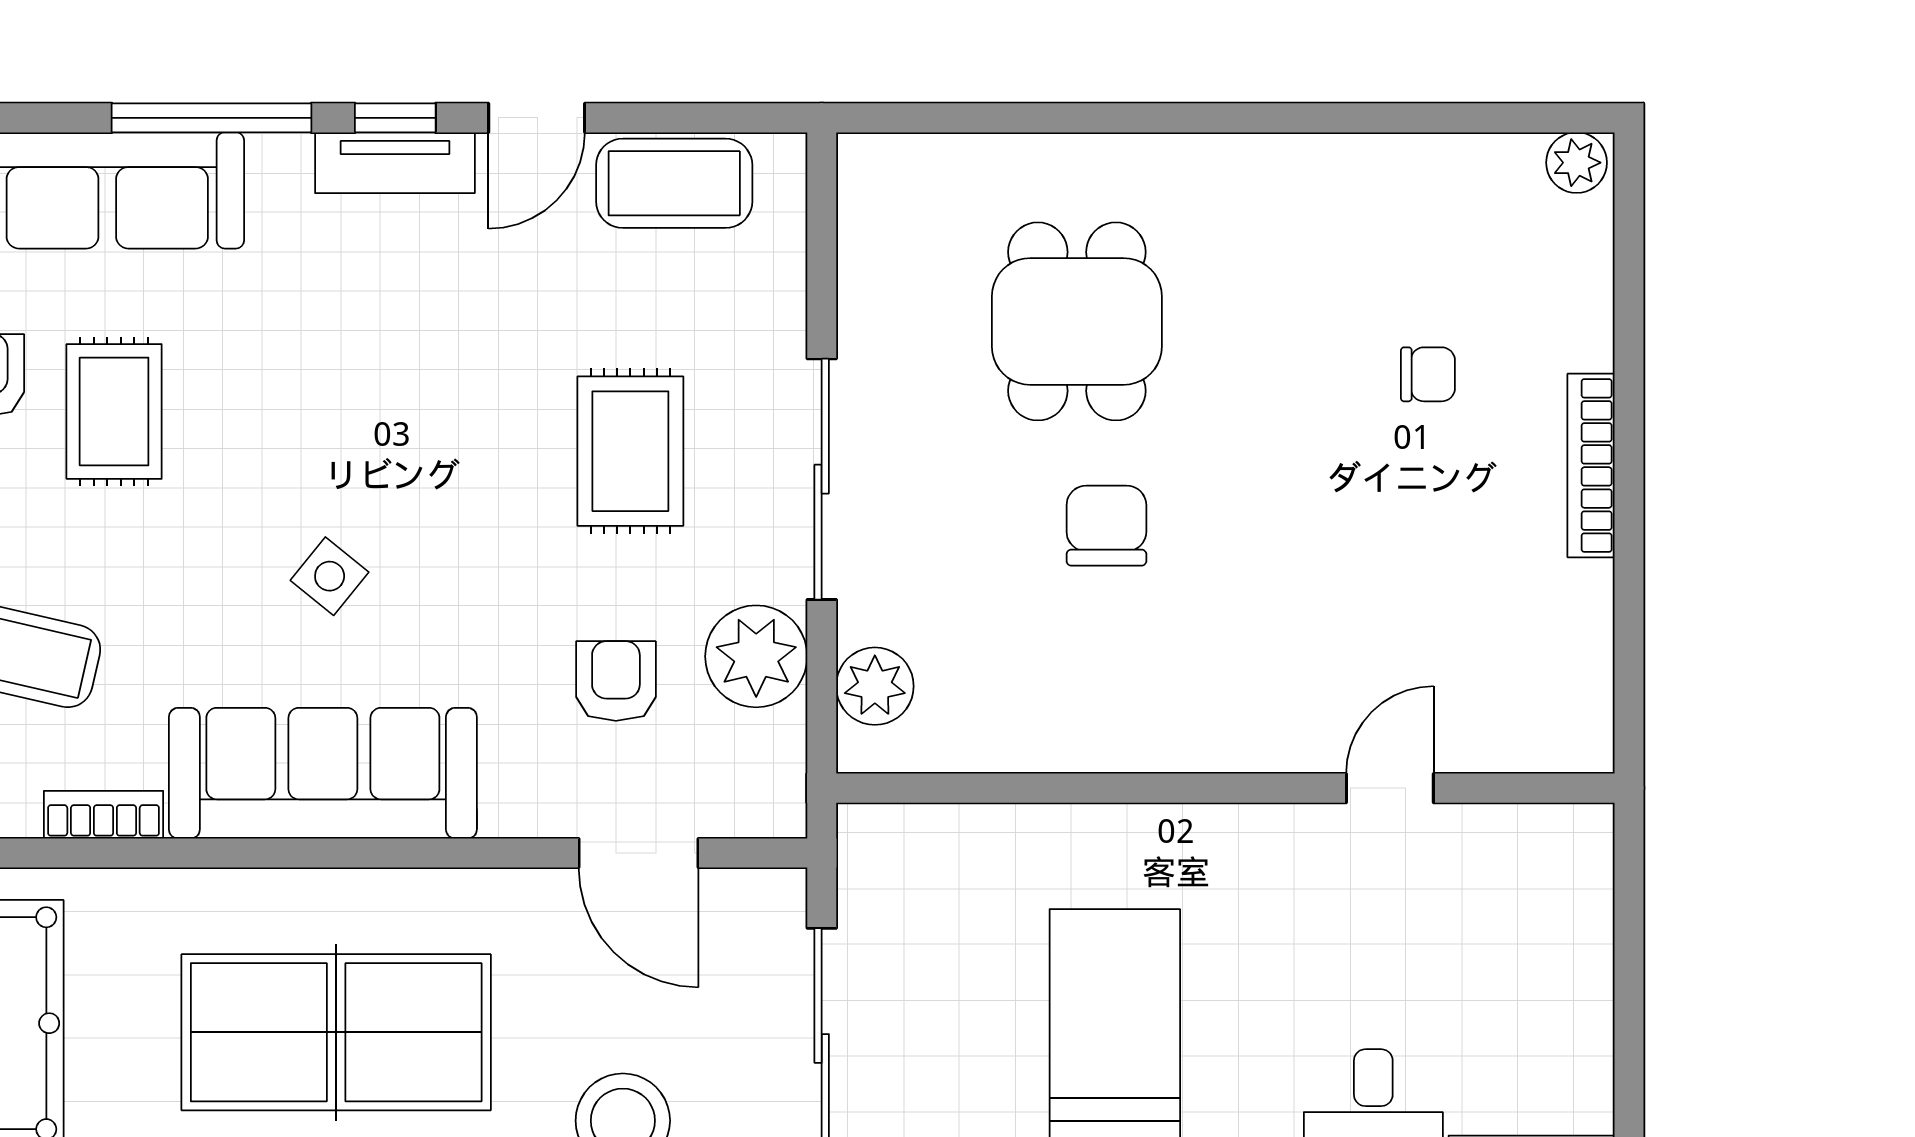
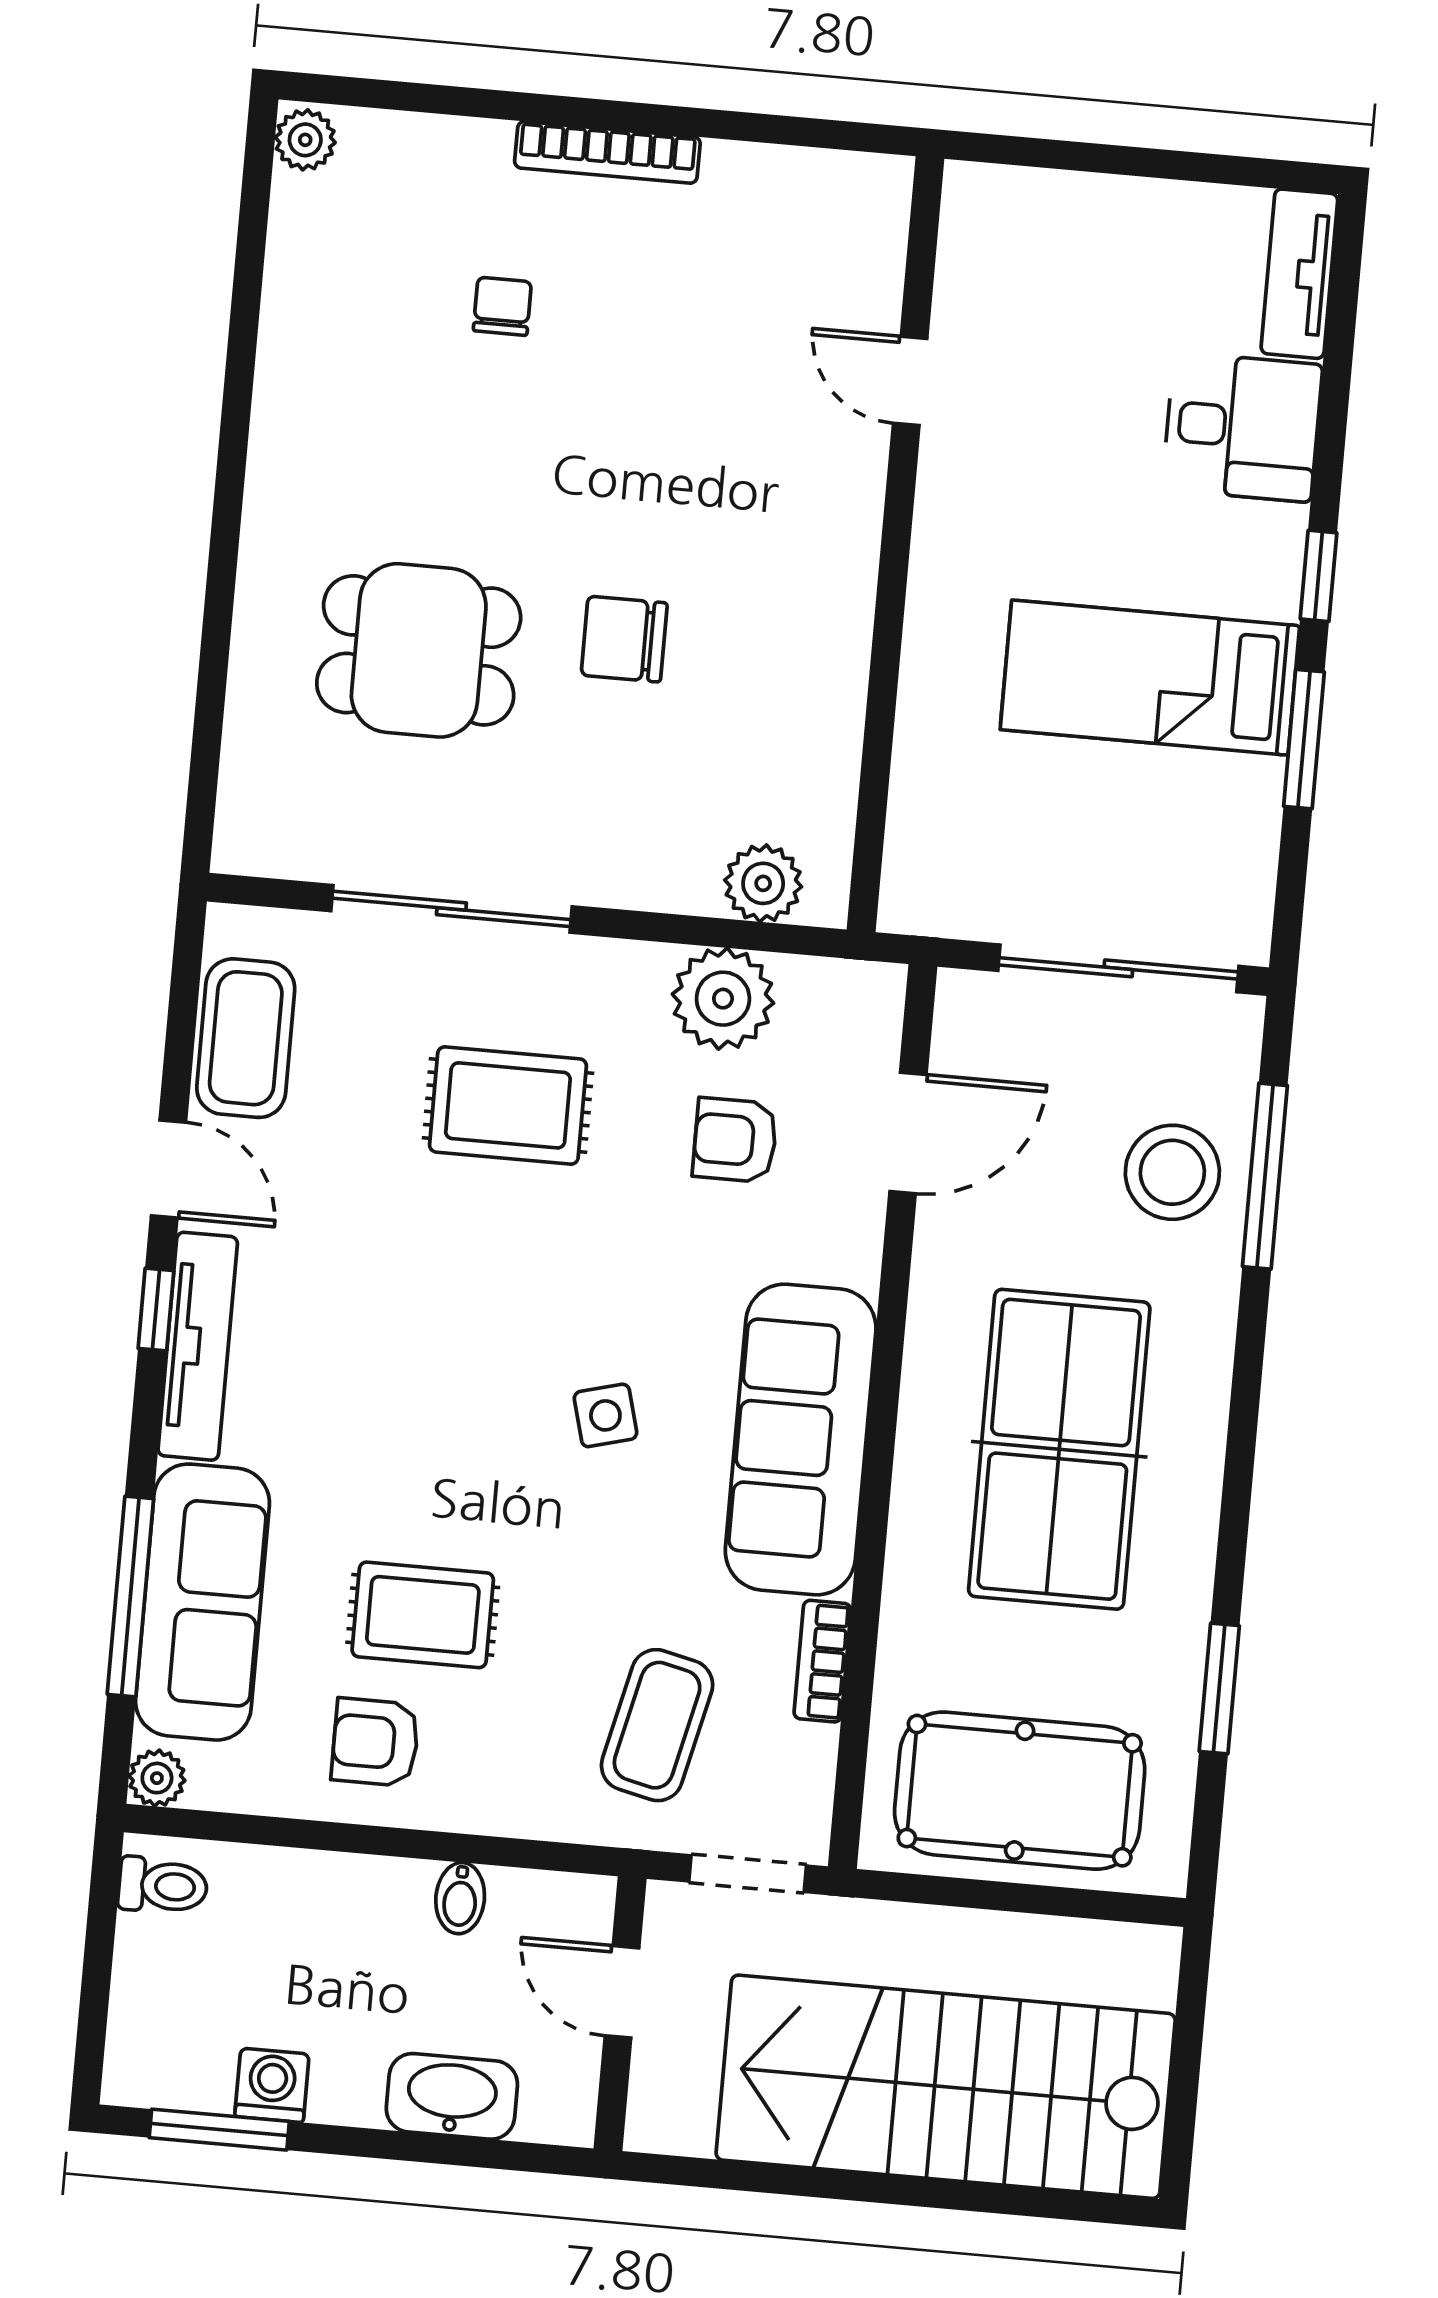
window: (212, 118) -> (130, 1596), moved
tv unit: (395, 163) -> (198, 1346), width x1.41
sliding door: (822, 479) -> (451, 909), moved
side table: (330, 576) -> (605, 1415), turned 36

